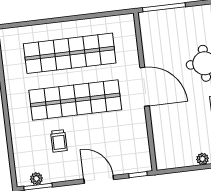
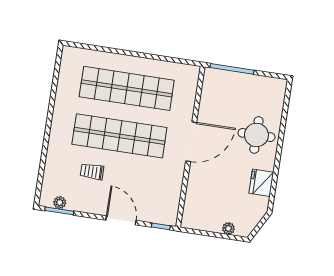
door: (145, 87) -> (191, 142), hinge flipped
trolley: (59, 141) -> (92, 172), turned 90

